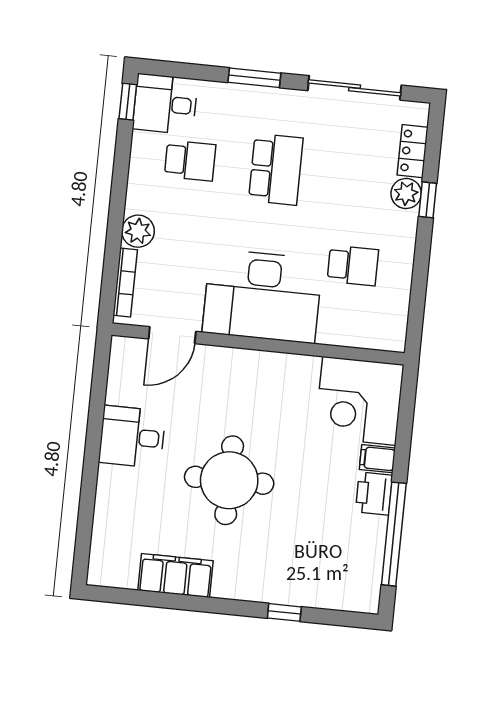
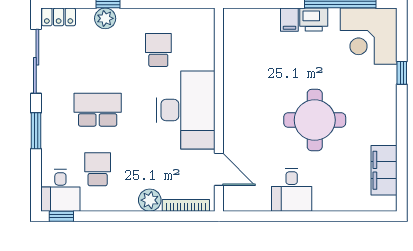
locker: (413, 151) -> (59, 17), moved
corner desk: (359, 401) -> (369, 36), moved, turned 90
filing cabinet: (176, 576) -> (384, 170), moved

